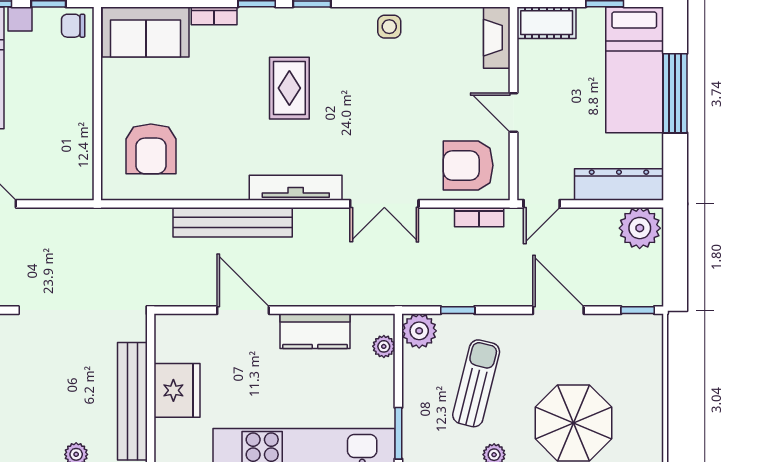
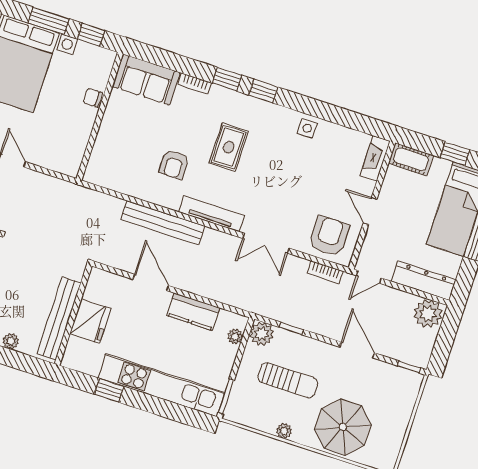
chair: (73, 26) -> (93, 98), moved
armchair: (151, 149) -> (174, 164), moved, width x0.72, depth x0.72
armchair: (468, 165) -> (329, 236), turned 90
sun lounger: (476, 383) -> (288, 380), turned 76

